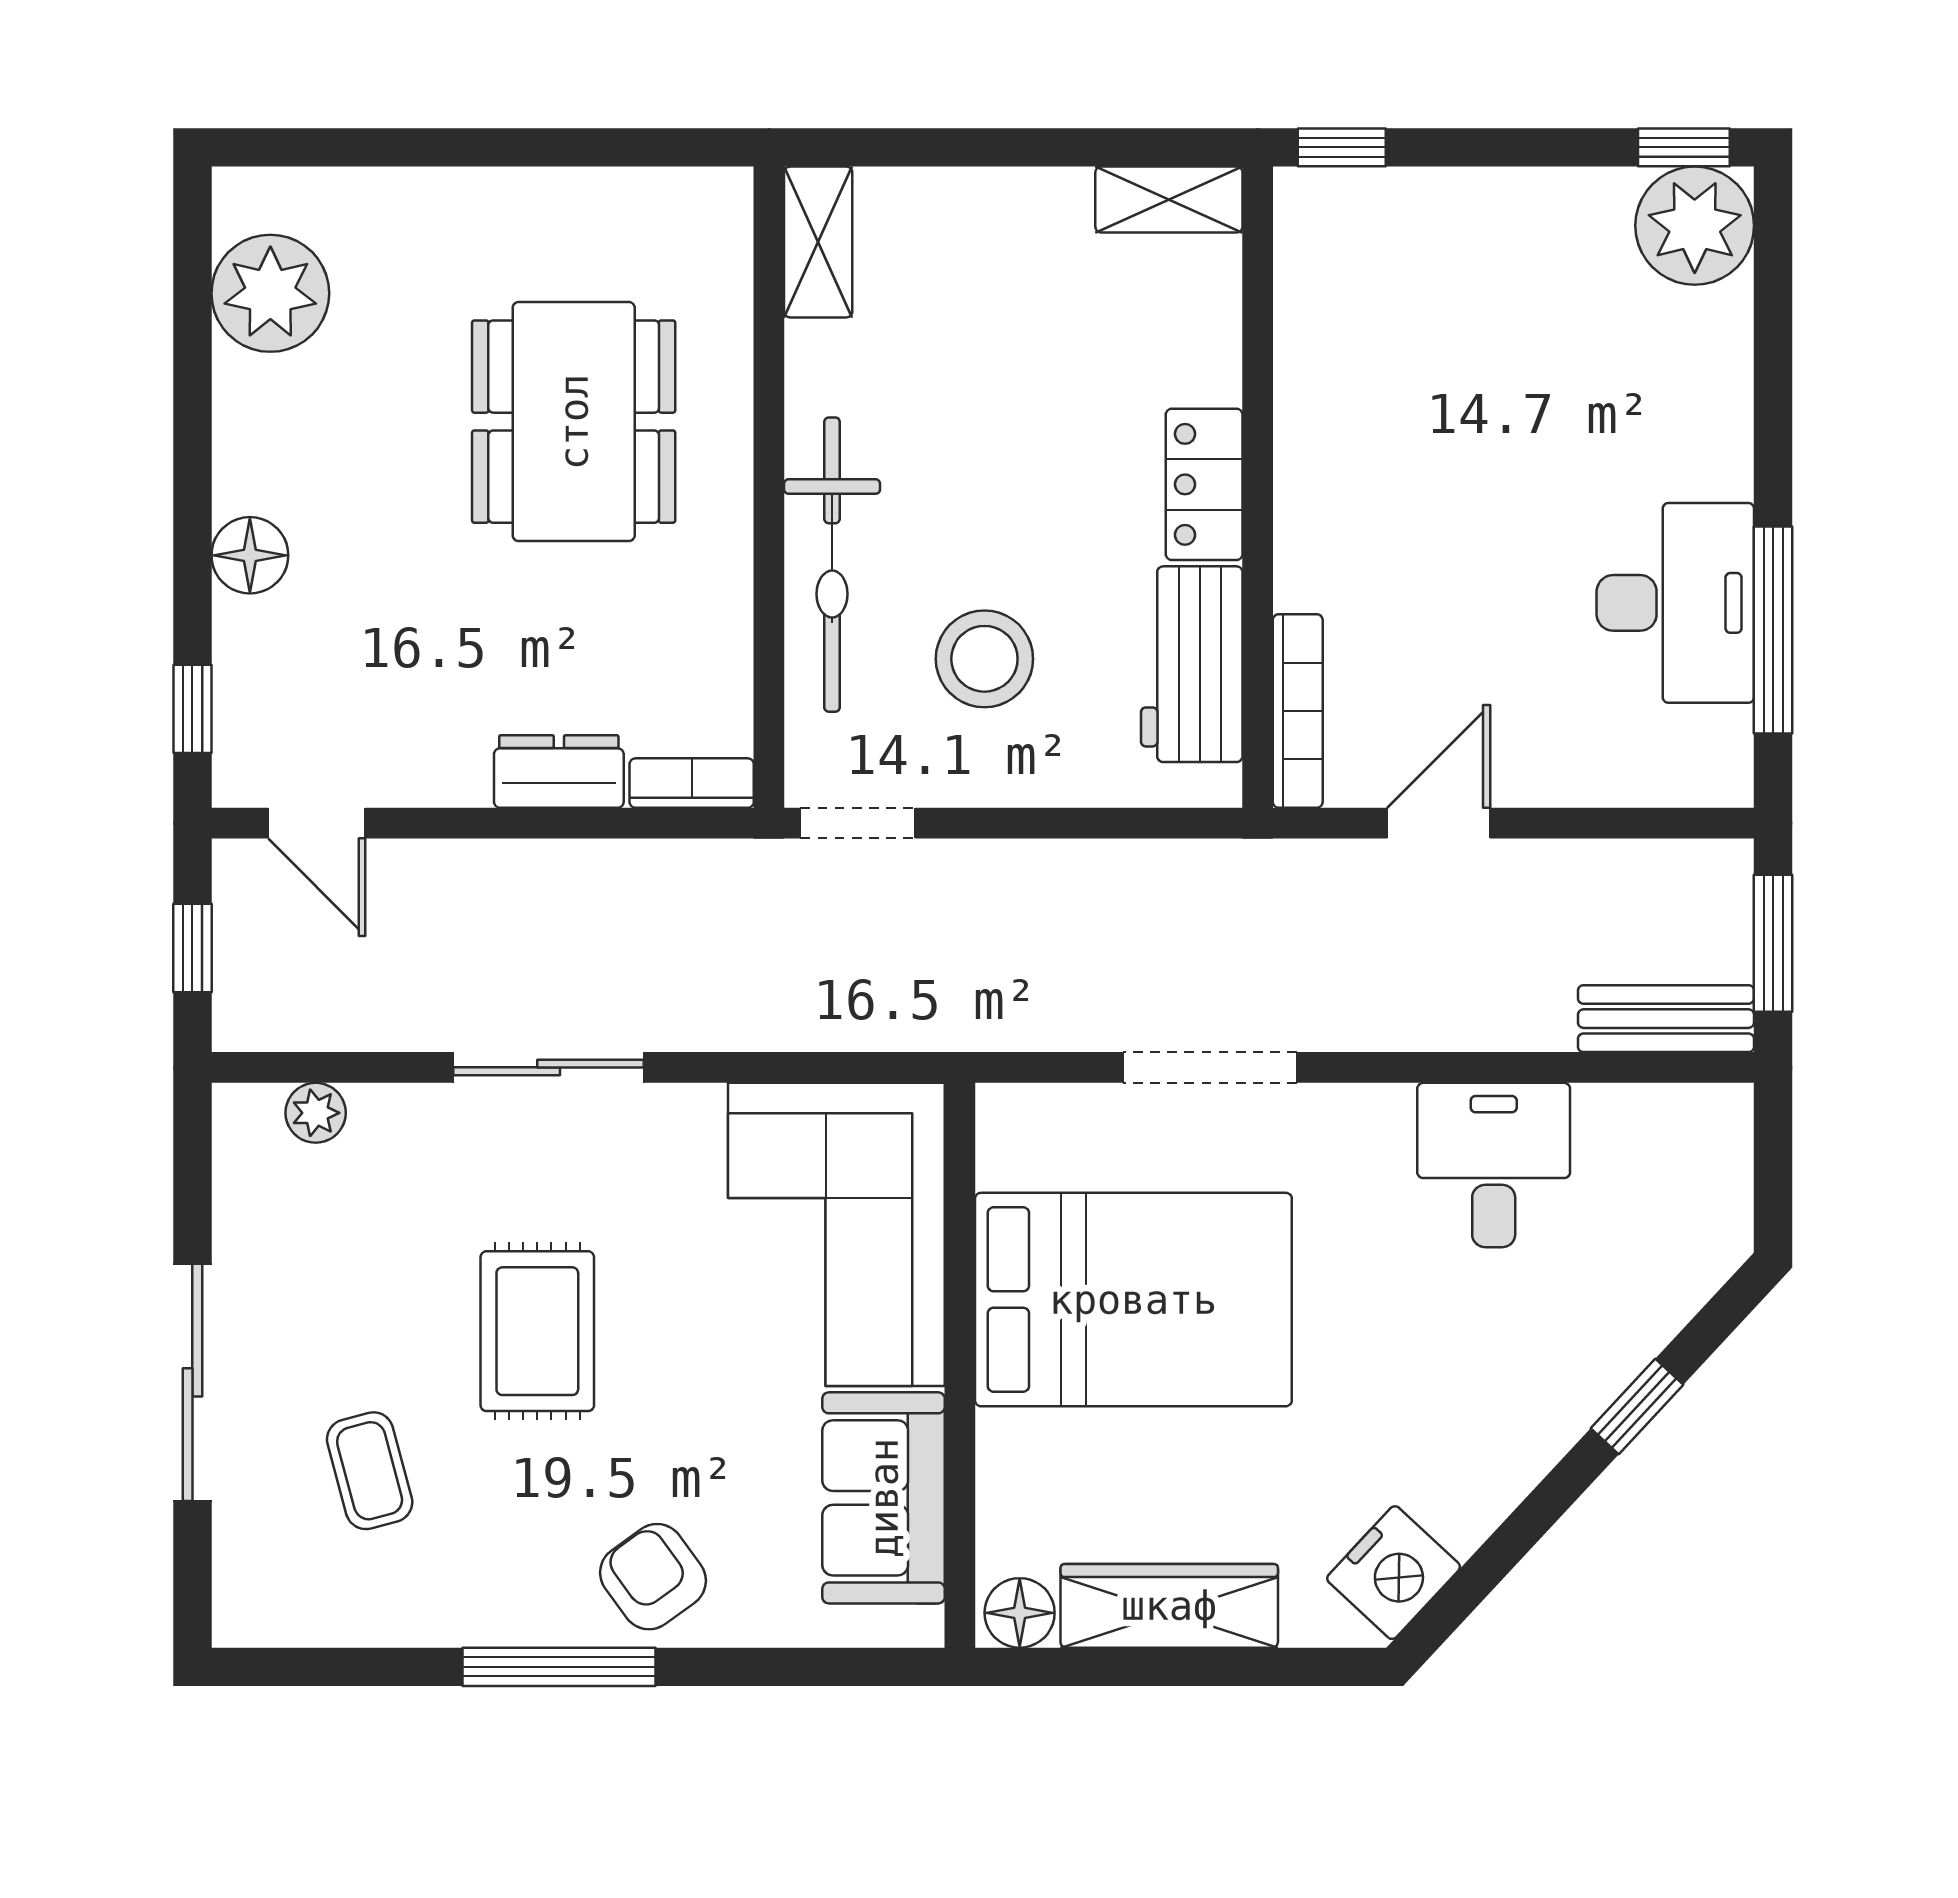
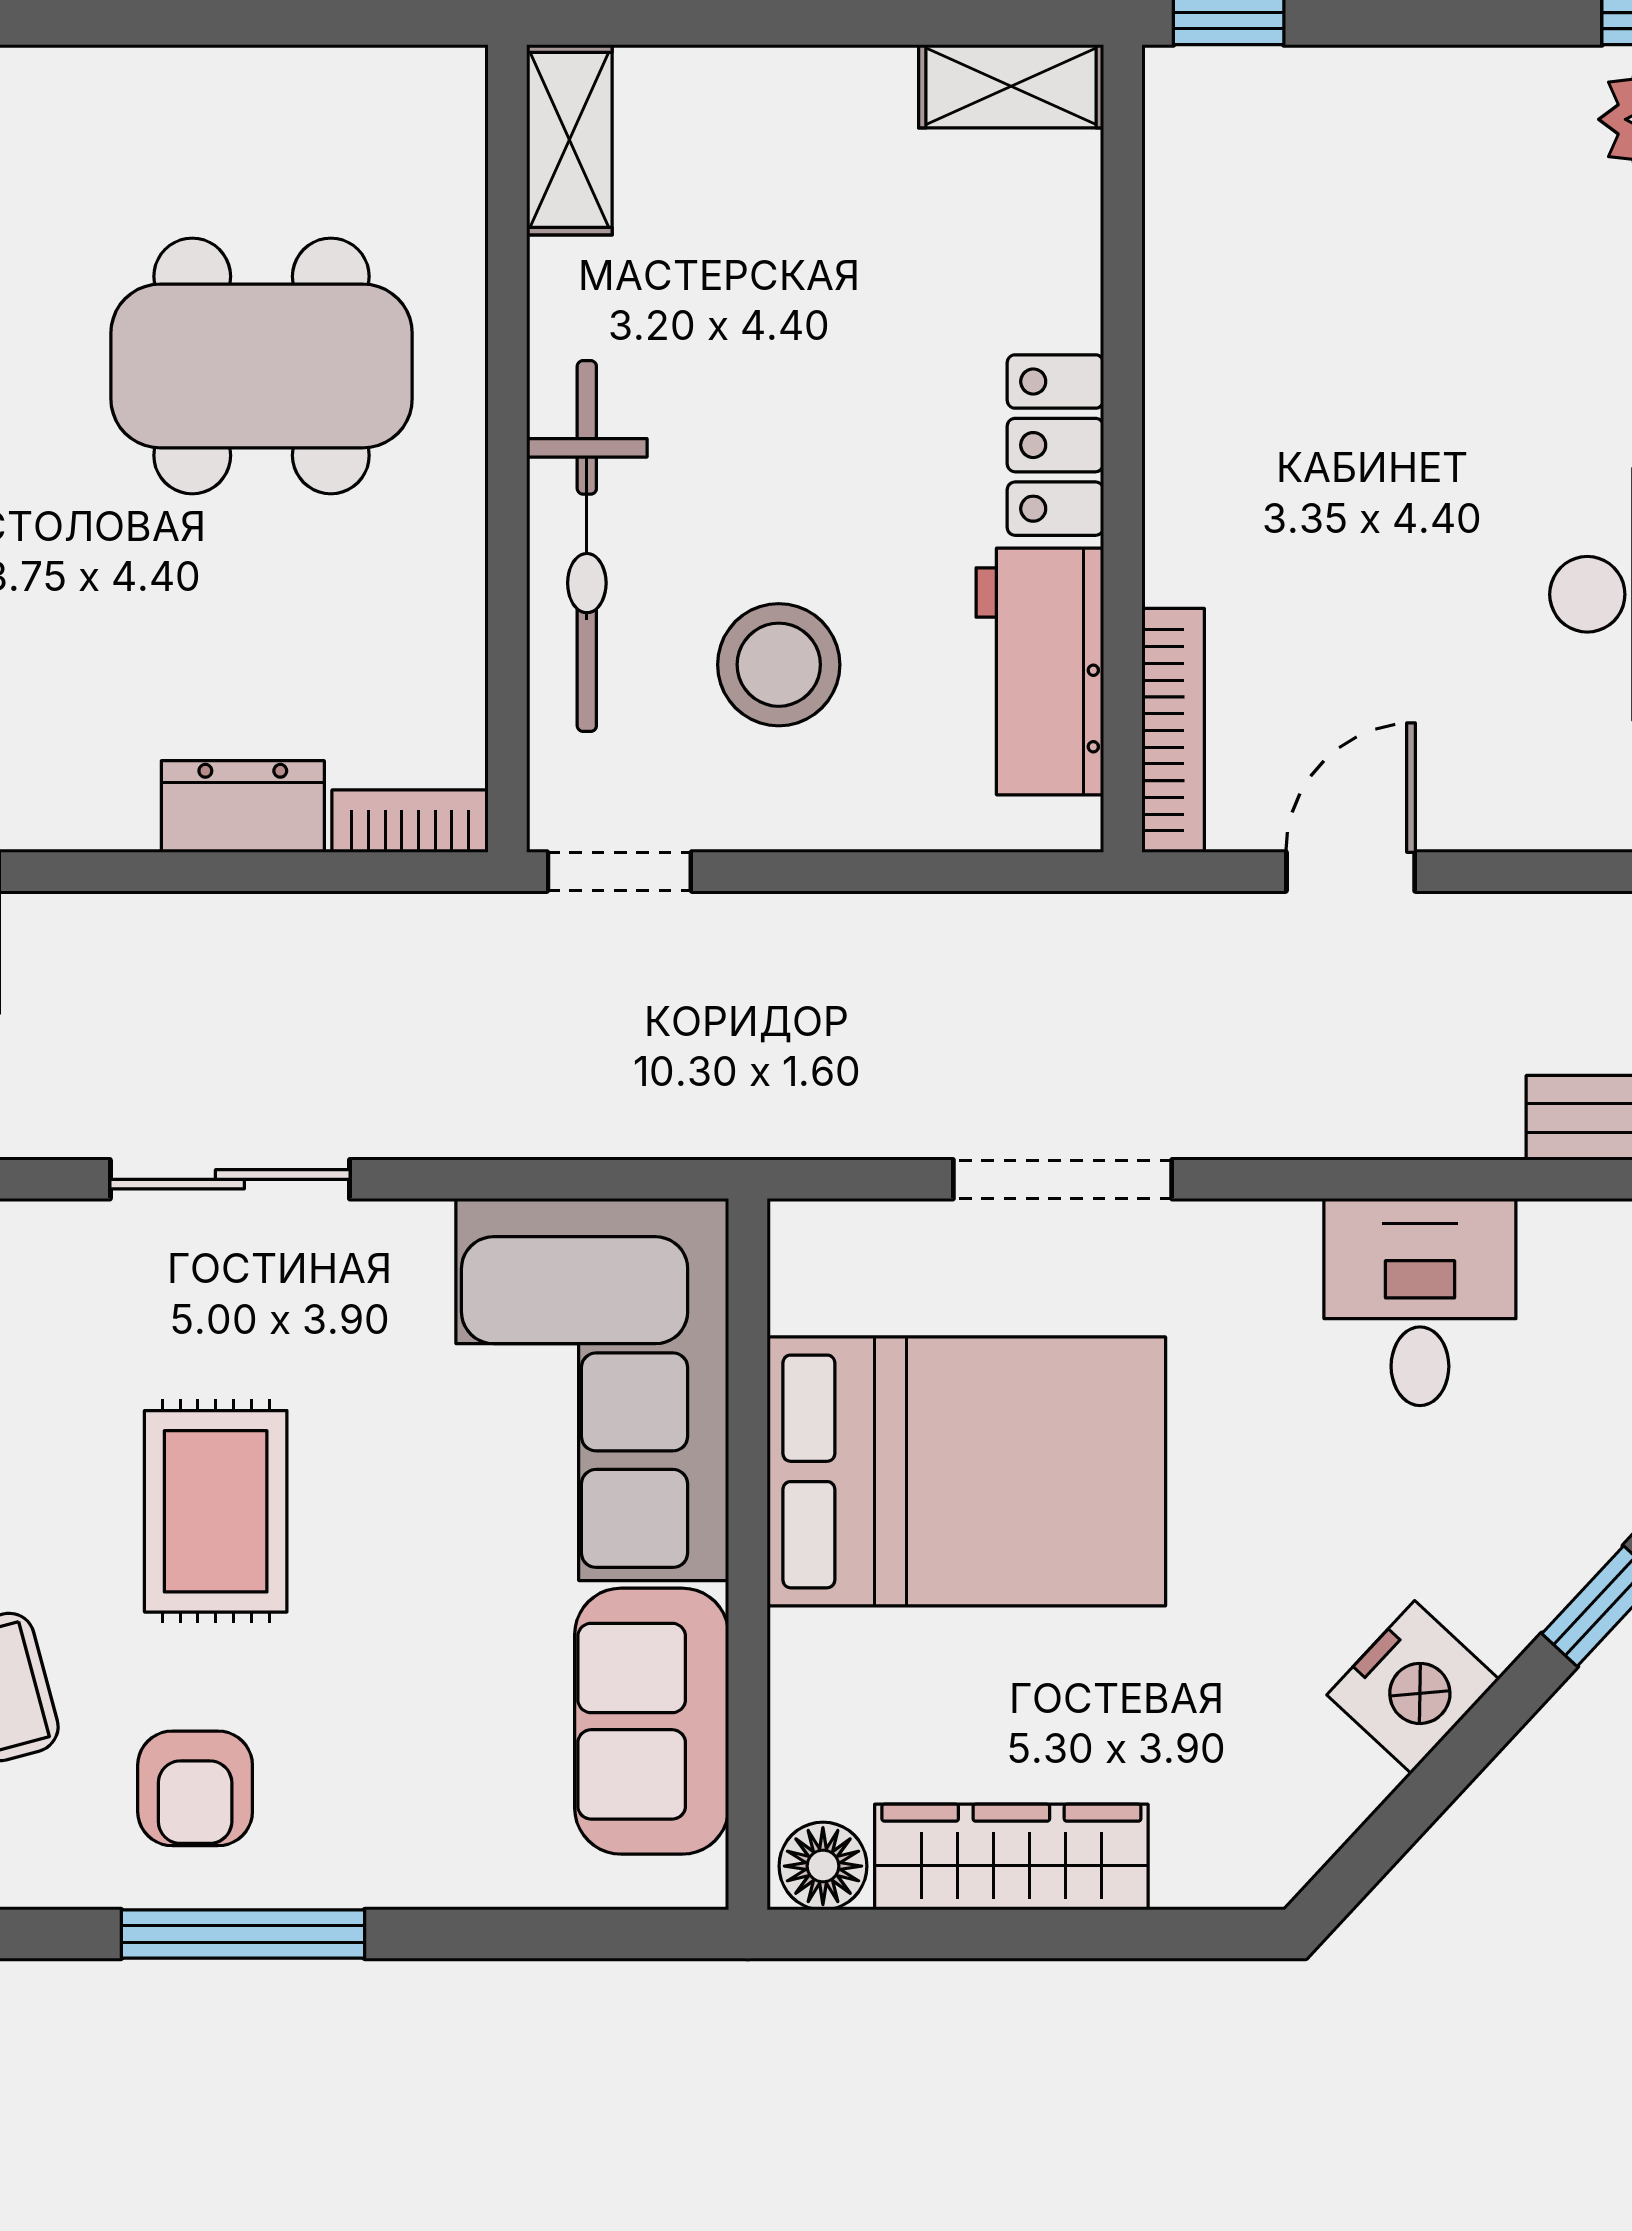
dining table: (574, 422) -> (262, 366), turned 90
nightstand: (1394, 1573) -> (1413, 1687), moved
armchair: (653, 1577) -> (195, 1788), moved, turned -144

